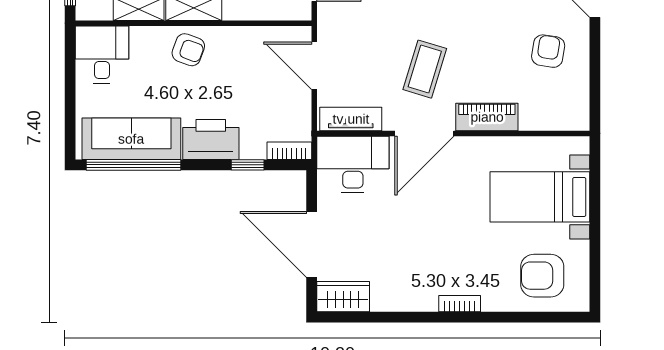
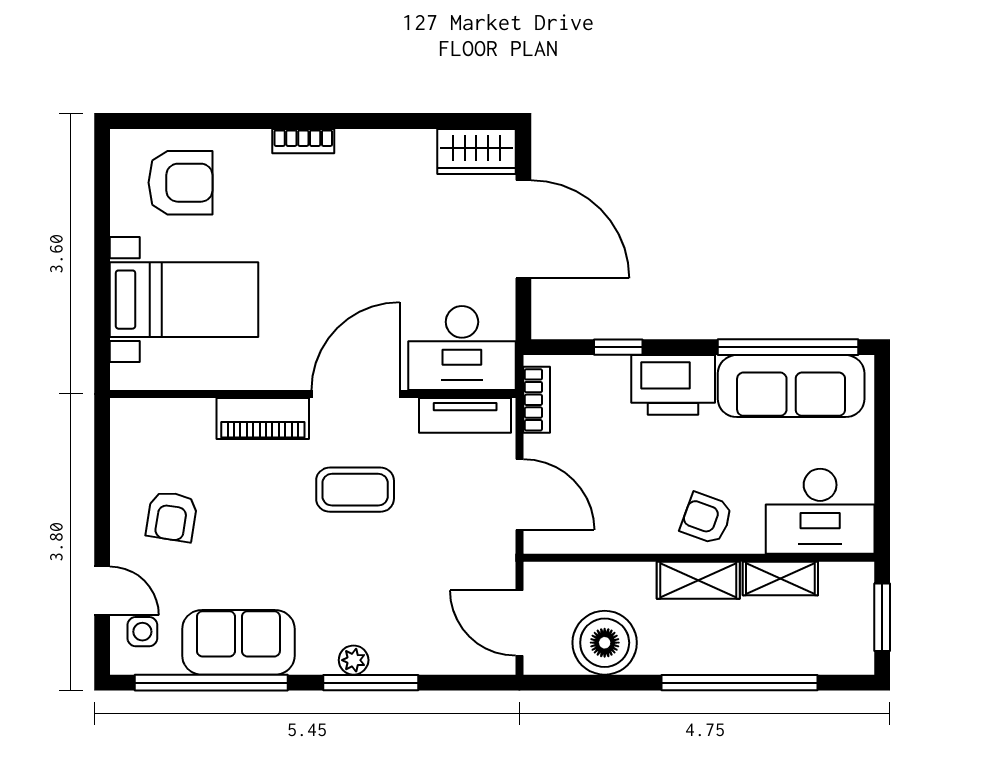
desk: (102, 55) -> (820, 511), width x1.37
coffee table: (425, 69) -> (355, 490), turned 73
bookcase: (289, 151) -> (537, 400), moved, turned -90

